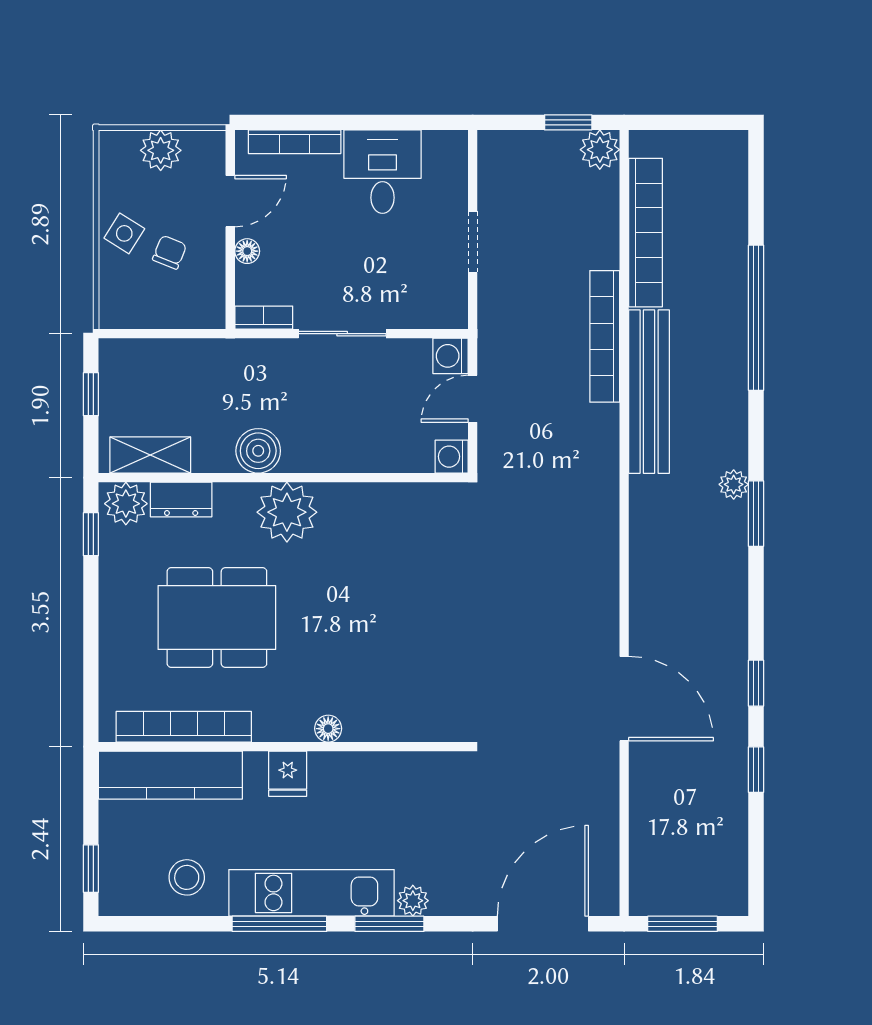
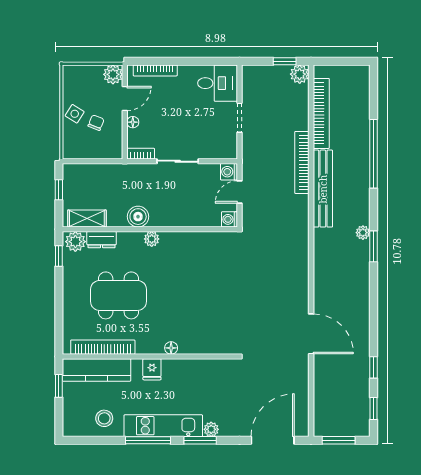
plant: (161, 150) -> (113, 74), moved
desk: (383, 172) -> (218, 83), moved, turned 90
plant: (287, 512) -> (152, 239), width x0.53, depth x0.53
window: (756, 683) -> (373, 408), moved
window: (91, 869) -> (59, 386), moved

